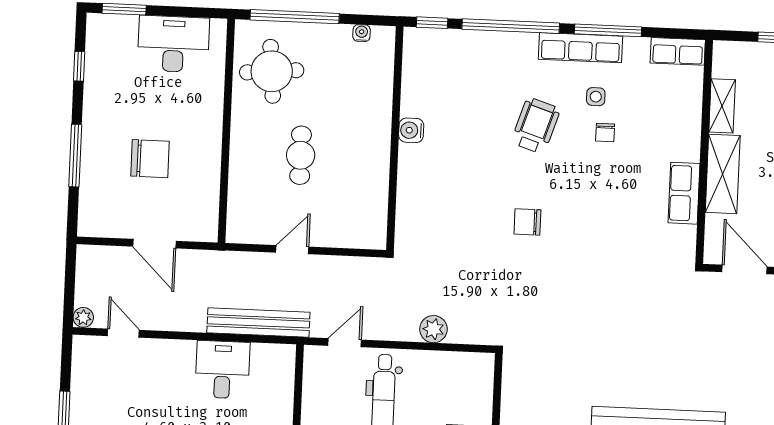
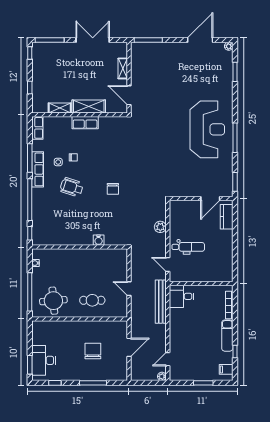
desk: (173, 44) -> (44, 360), moved
water cooler: (411, 130) -> (99, 240), moved
cafe table: (301, 155) -> (92, 300), moved
row of seats: (684, 193) -> (85, 123), moved
door: (745, 269) -> (129, 95), hinge flipped
desk: (222, 370) -> (182, 296), moved

